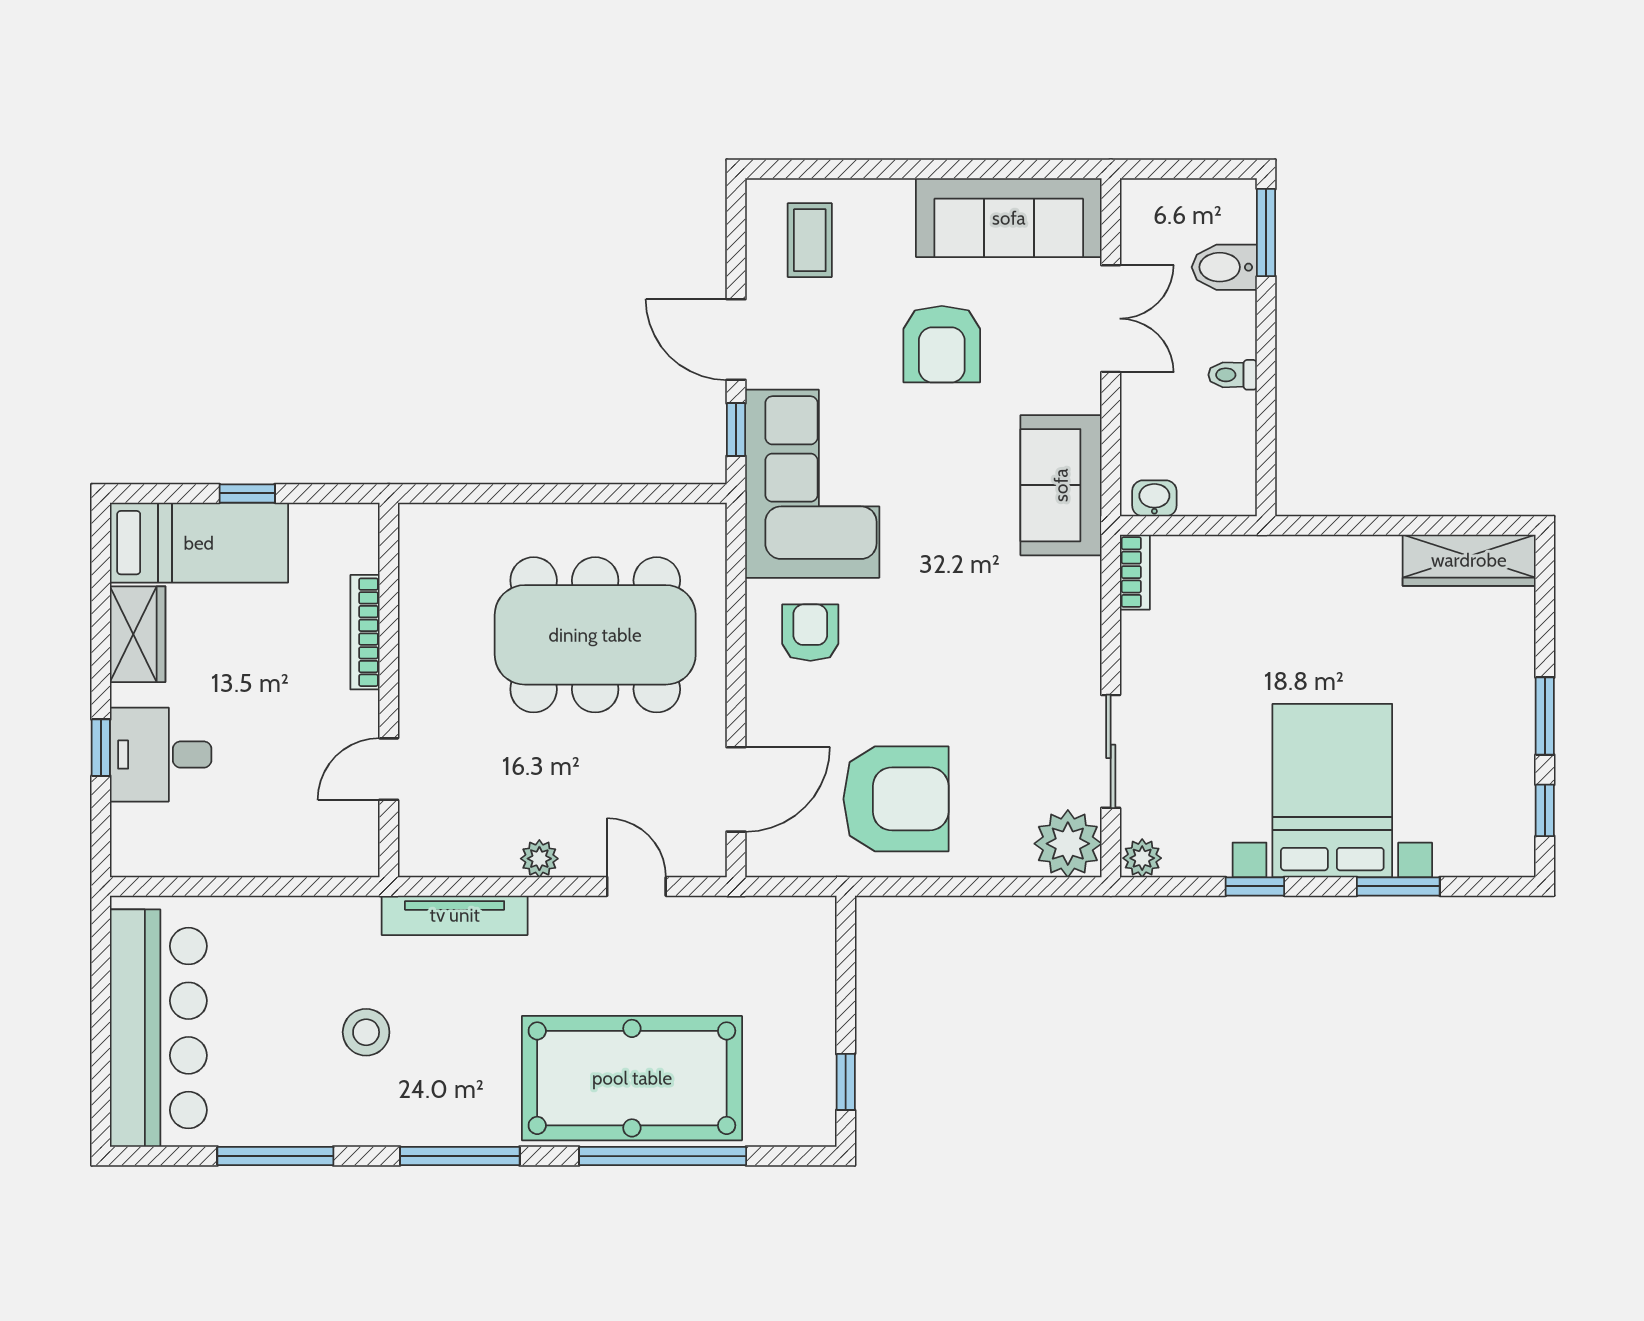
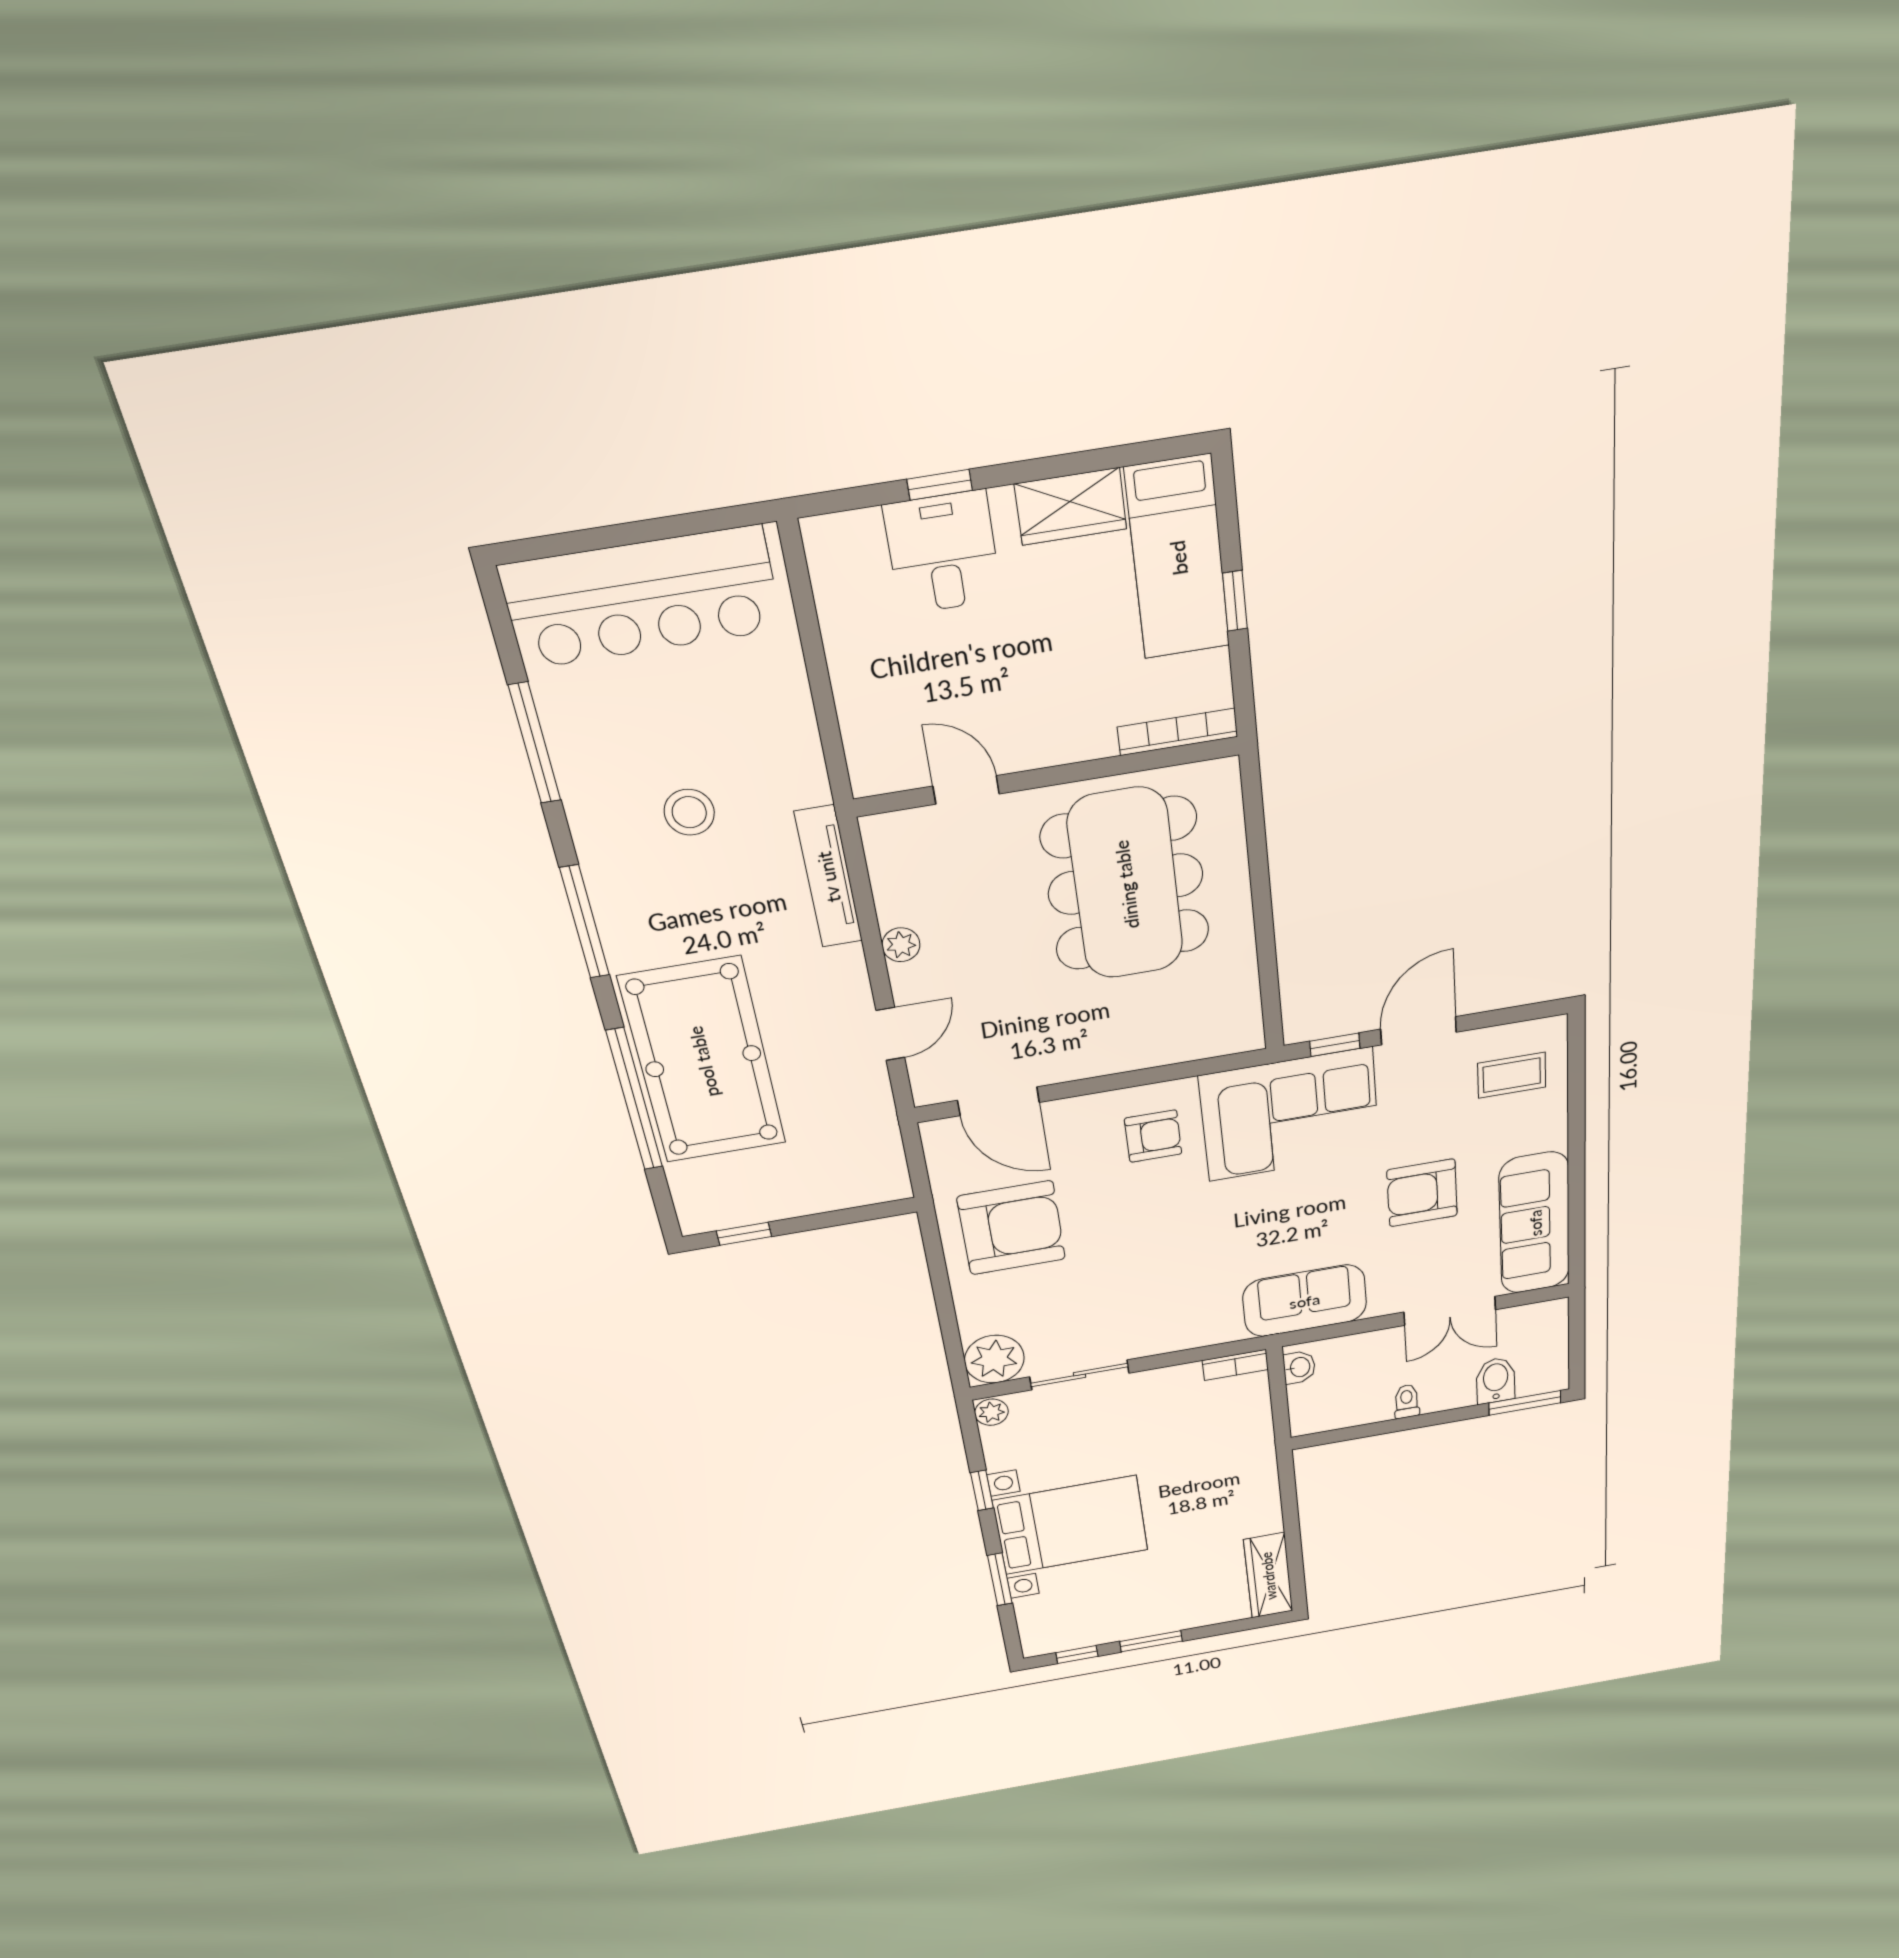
bookcase: (365, 632) -> (1178, 732), moved
dining table: (595, 635) -> (1126, 884), moved
armchair: (896, 799) -> (1011, 1228), turned -90

